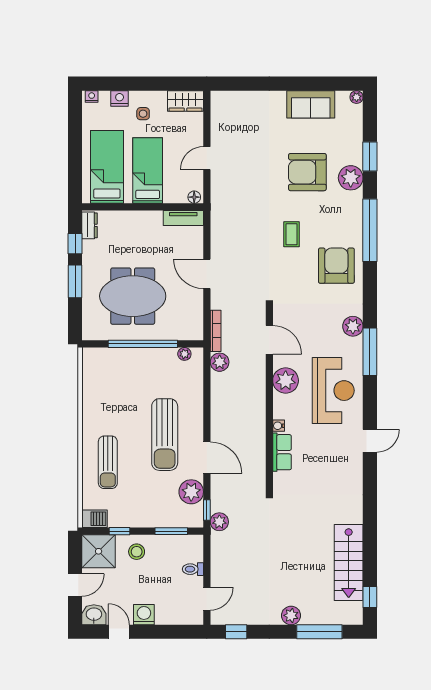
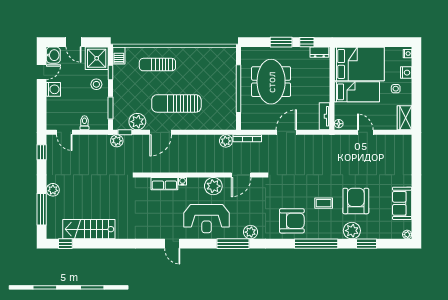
bed: (107, 167) -> (359, 64), width x1.50
coffee table: (292, 234) -> (324, 203), moved
plant: (184, 354) -> (232, 117), removed

